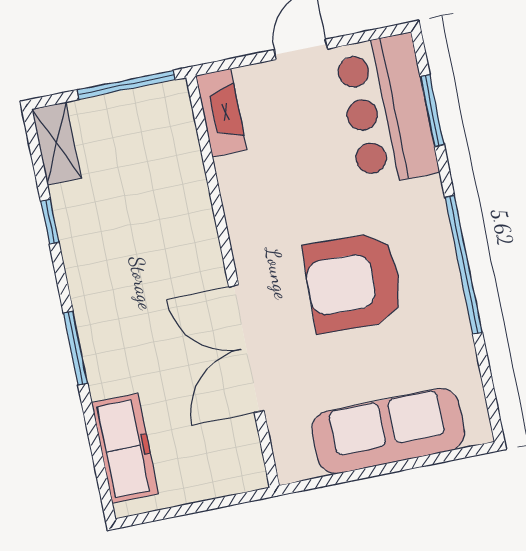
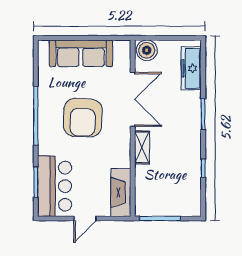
fireplace: (221, 113) -> (121, 192), width x1.37, depth x1.32
shelving: (57, 144) -> (142, 147), moved
armchair: (353, 282) -> (83, 118), turned 90
boiler: (237, 469) -> (147, 50), added

